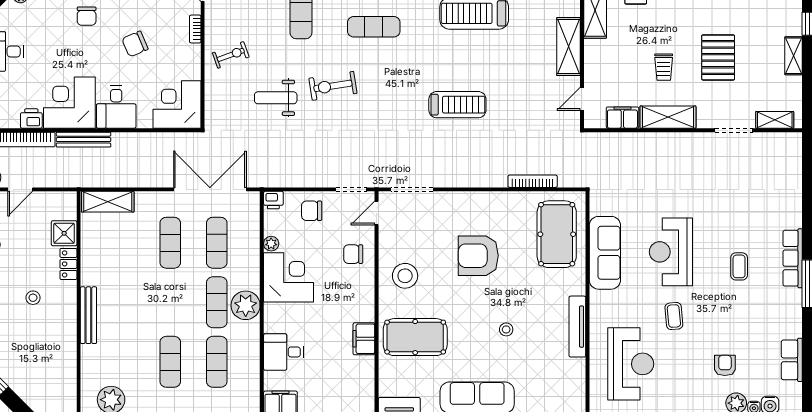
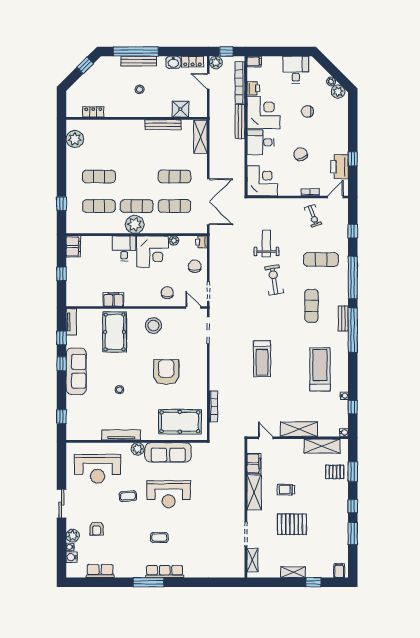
chair: (87, 16) -> (307, 111), moved
exercise bike: (231, 55) -> (313, 216), moved
reception desk: (671, 252) -> (169, 494), turned 180
locker: (68, 264) -> (93, 112), moved
plant: (599, 301) -> (138, 449), added
bench: (88, 315) -> (163, 125), moved
desk: (284, 352) -> (124, 248), moved
armchair: (725, 365) -> (97, 529), turned 90

